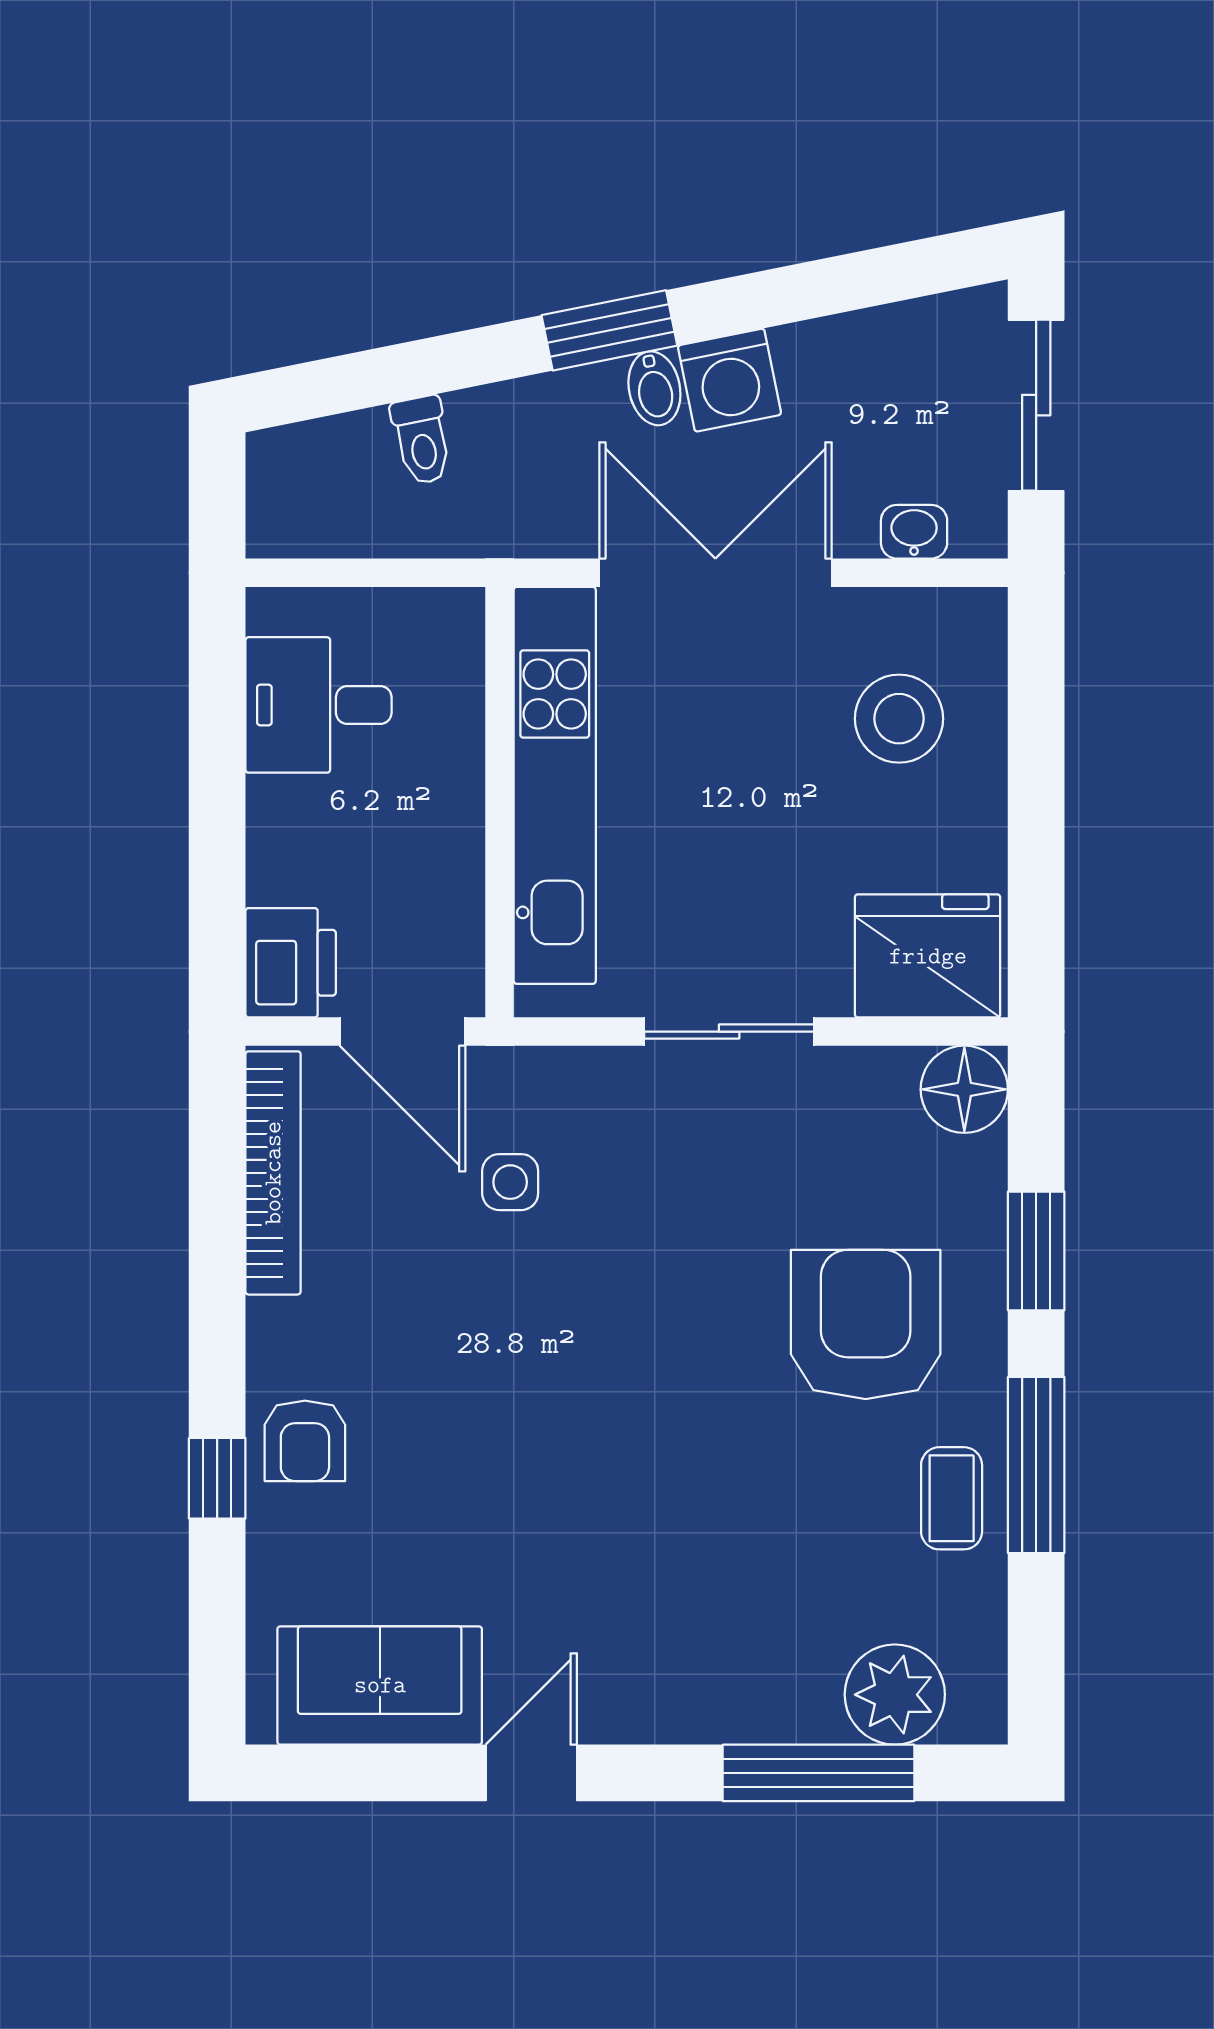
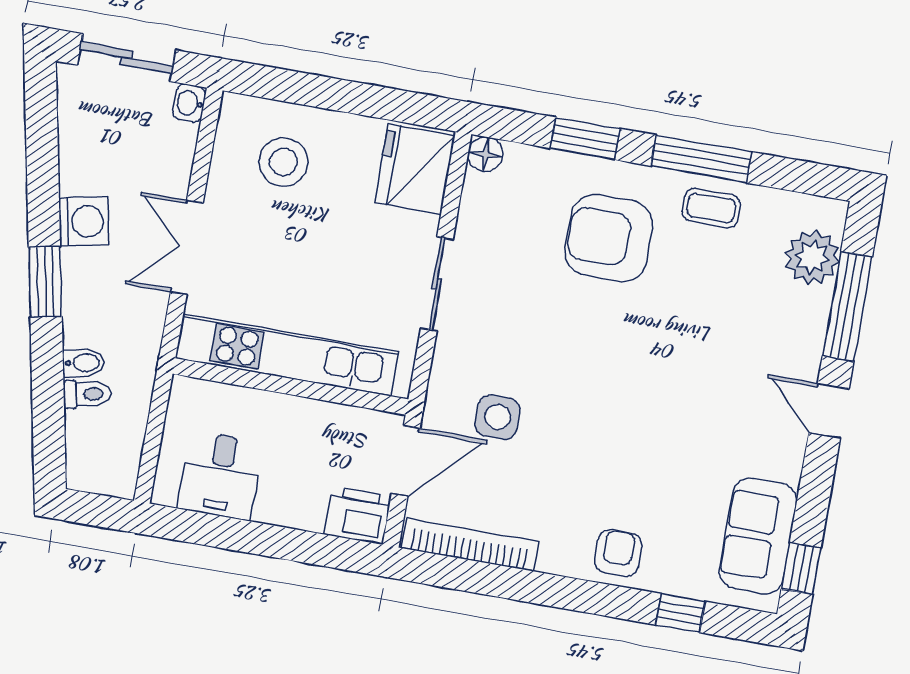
bidet: (654, 388) -> (83, 363), moved
washbasin: (914, 532) -> (189, 103), moved
double door: (715, 573) -> (187, 247), width x0.73
floor lamp: (964, 1089) -> (485, 154), width x0.73, depth x0.73
side table: (510, 1182) -> (498, 417), width x1.37, depth x1.37
armchair: (305, 1441) -> (618, 553), turned -90
window: (217, 1478) -> (680, 613), moved
window: (335, 1773) -> (801, 569), added
door: (531, 1773) -> (829, 411), moved

